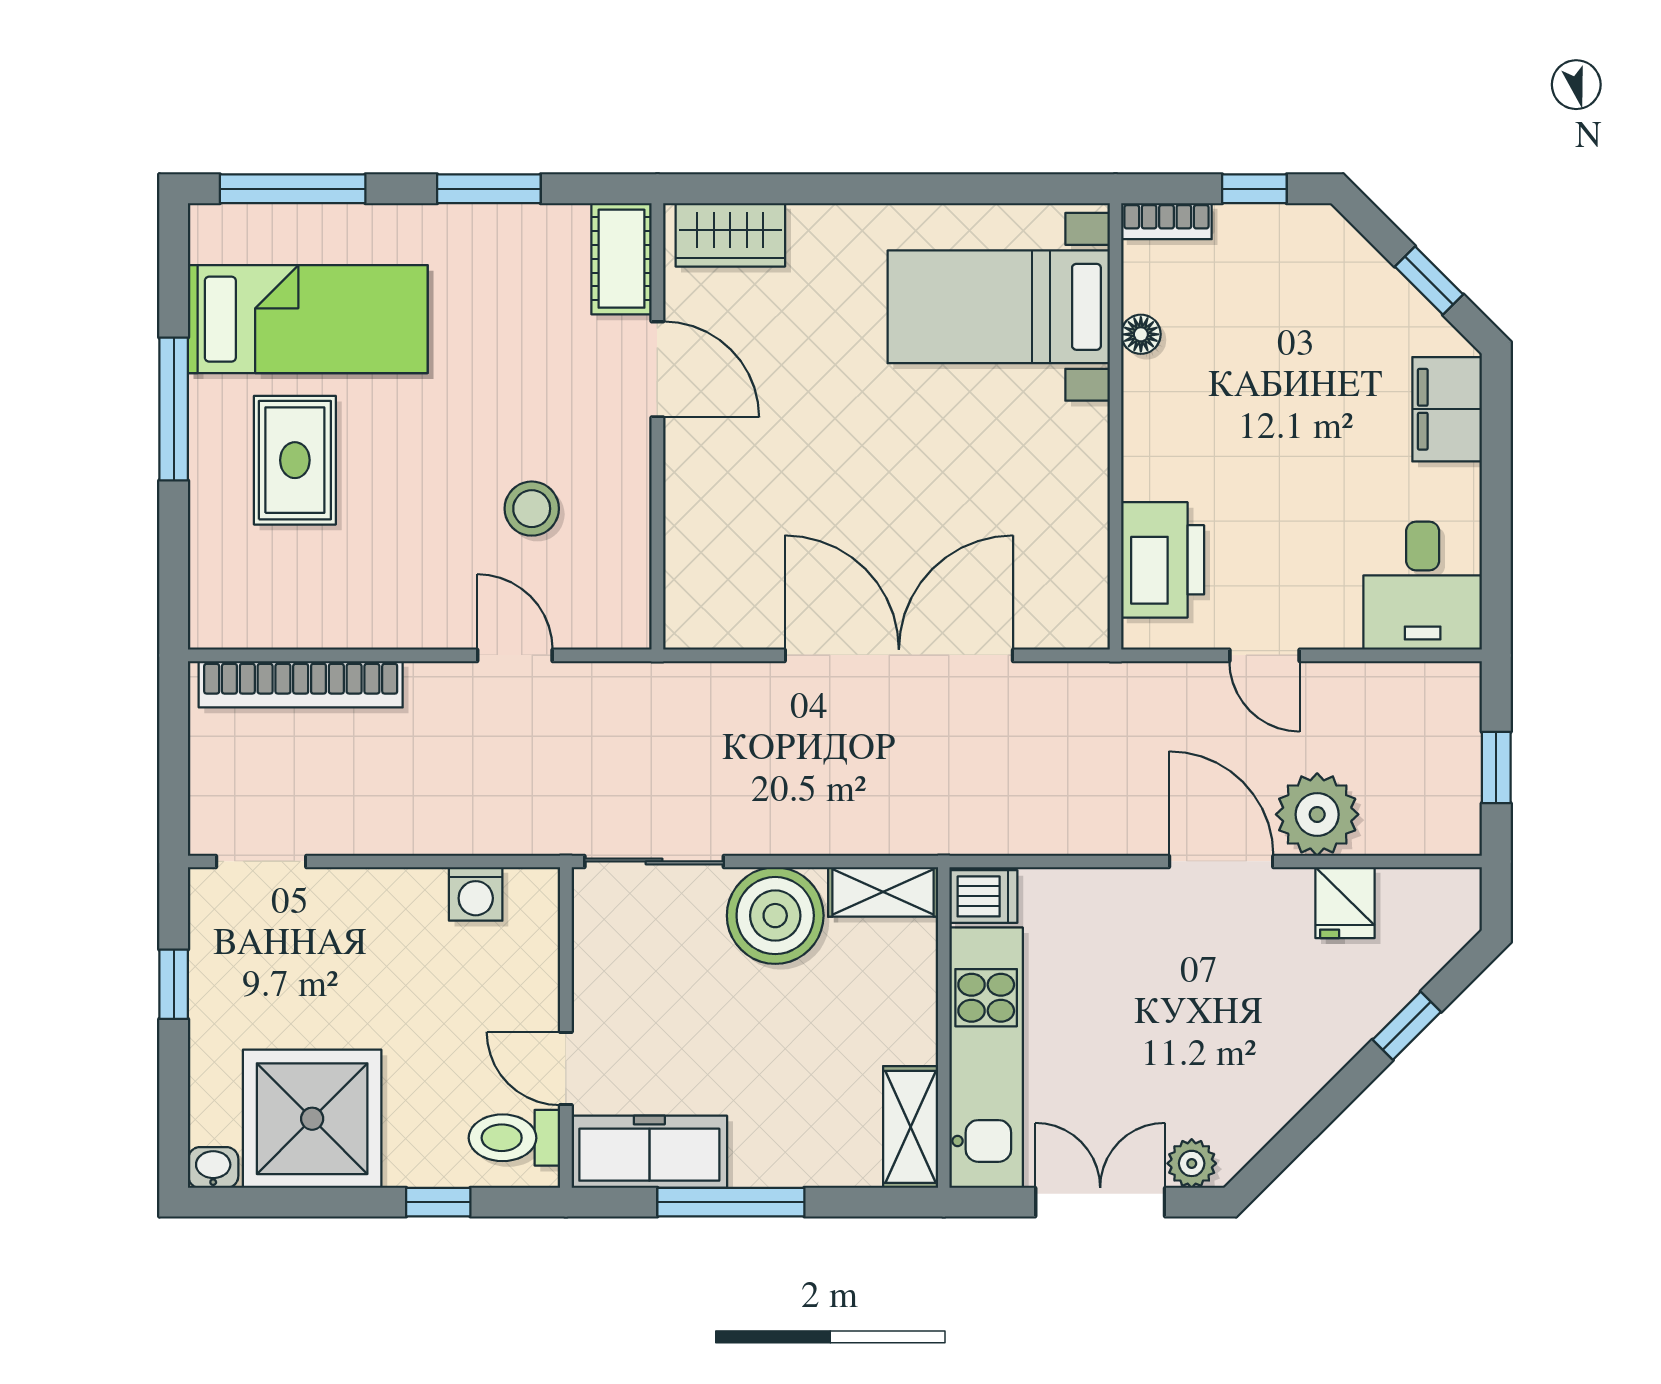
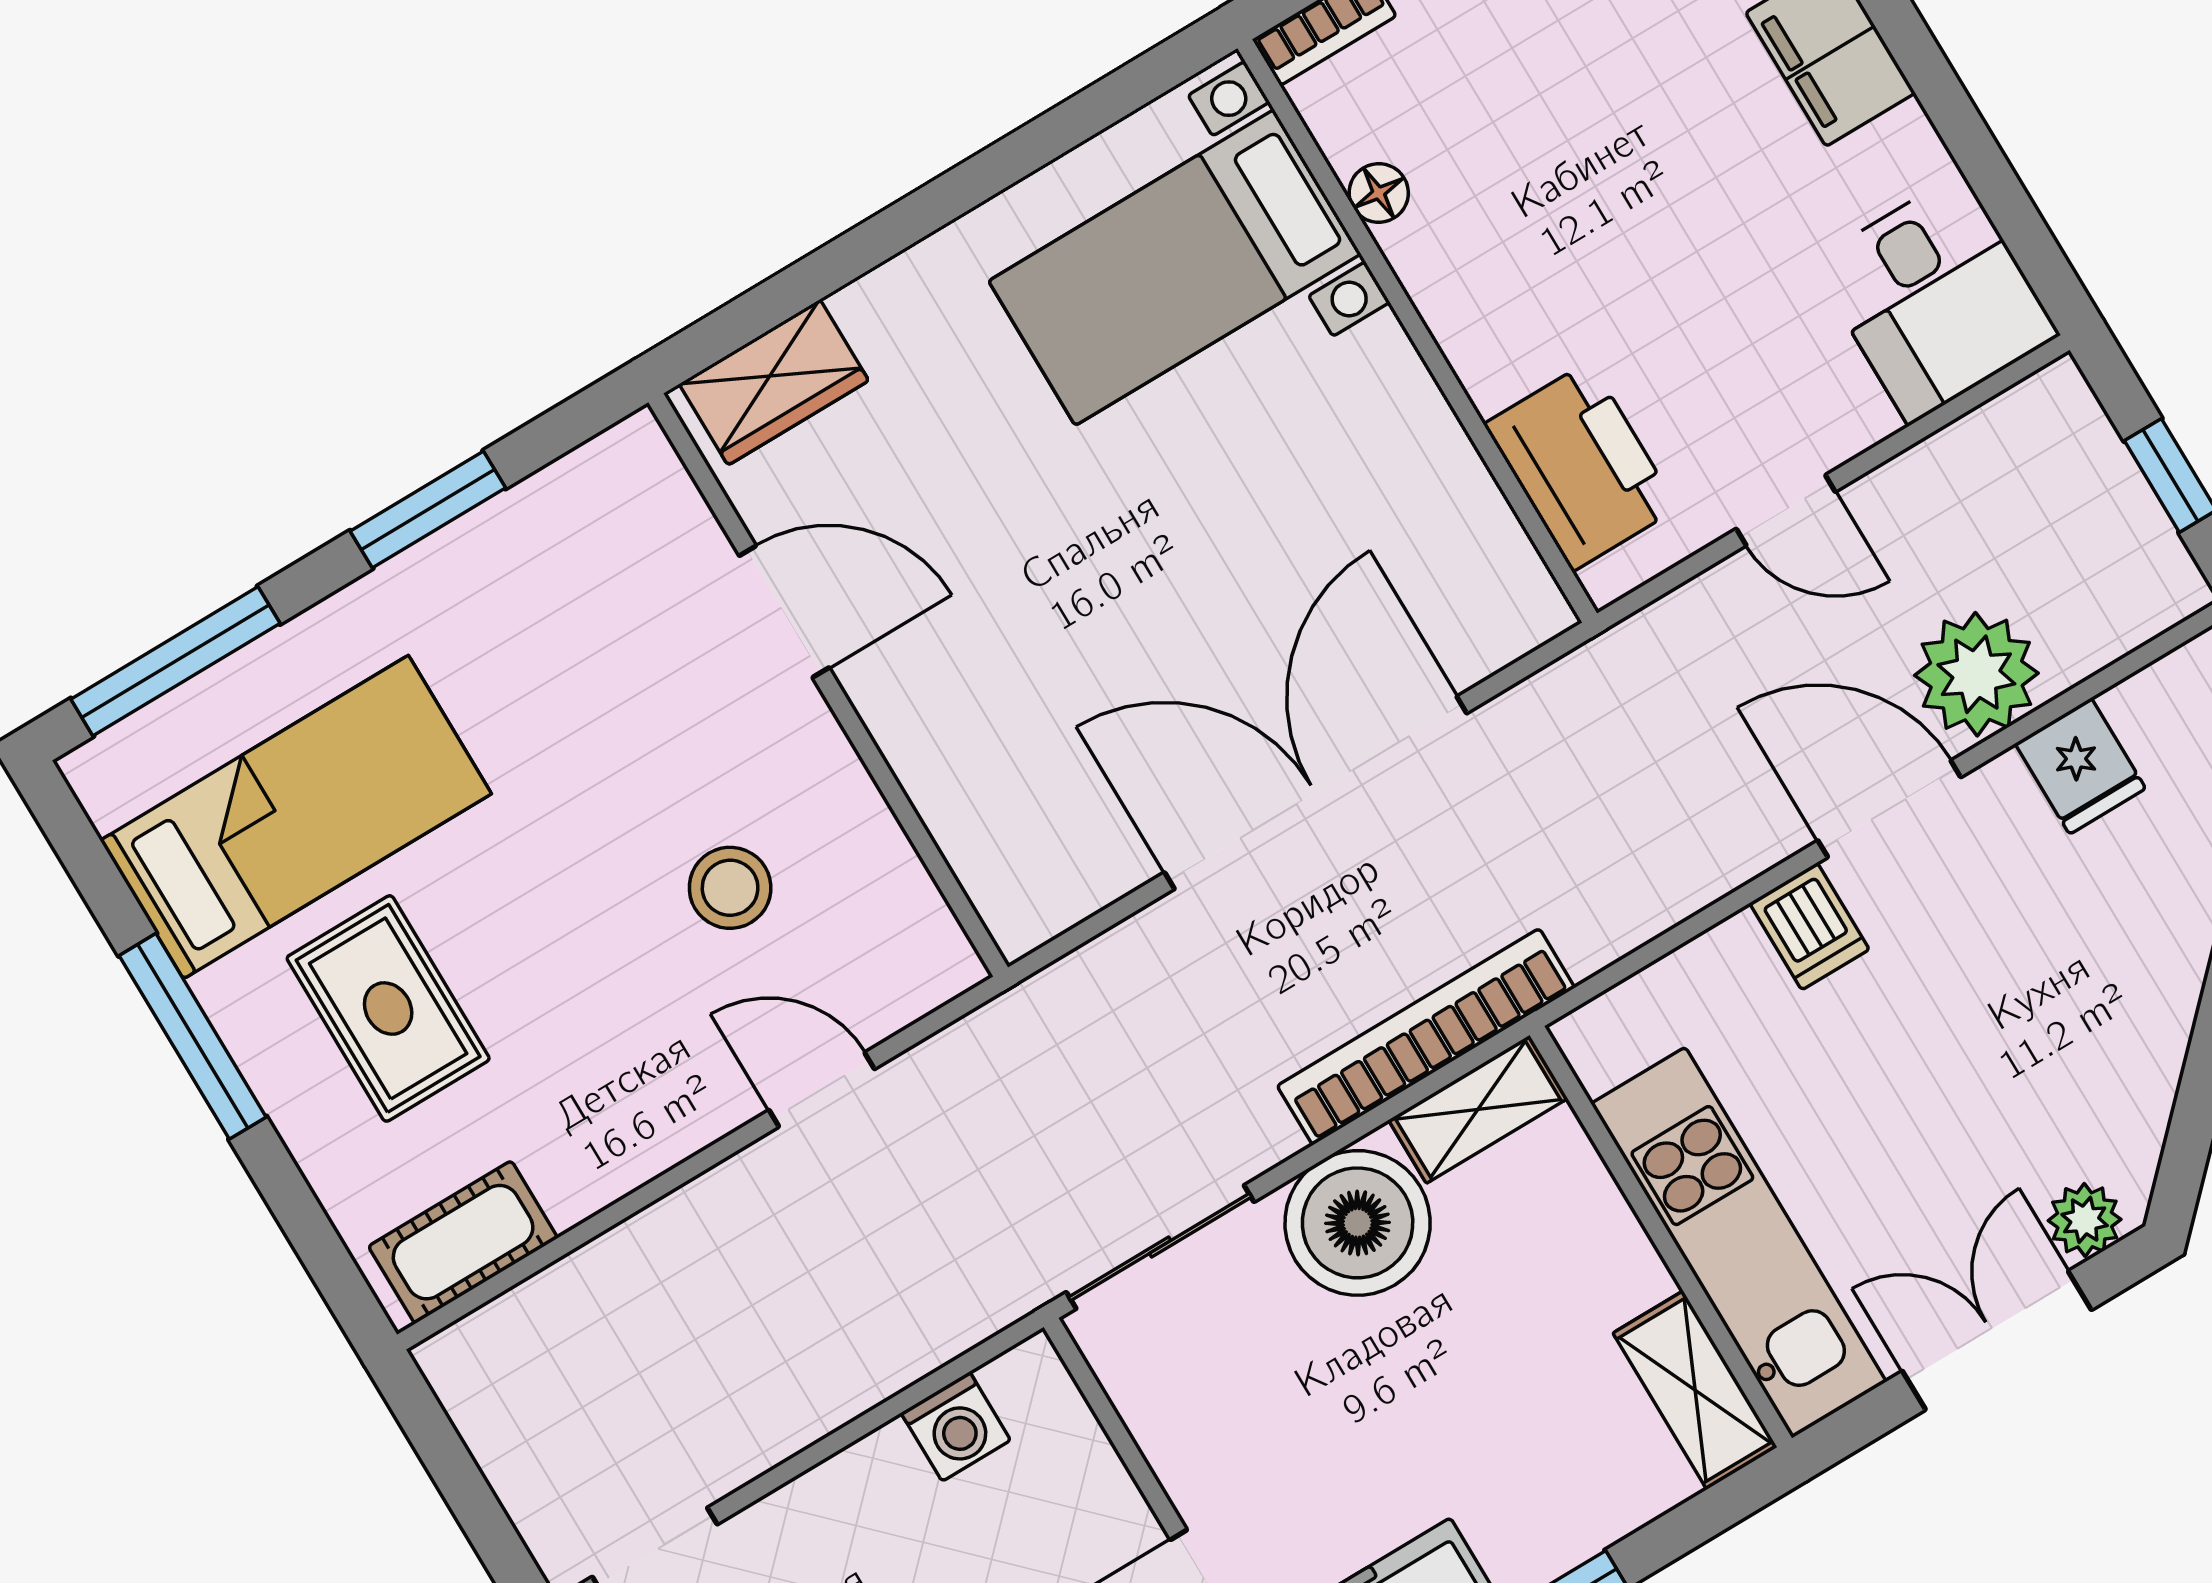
cot: (621, 259) -> (463, 1242), moved, turned 90
bookcase: (301, 684) -> (1426, 1037), moved, turned 180
dishwasher: (983, 896) -> (1809, 926), moved, turned 90

